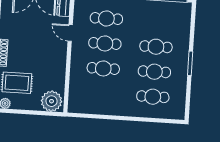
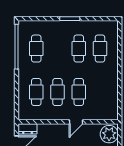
door: (70, 33) -> (76, 122), moved
cafe table: (156, 47) -> (36, 49), moved

